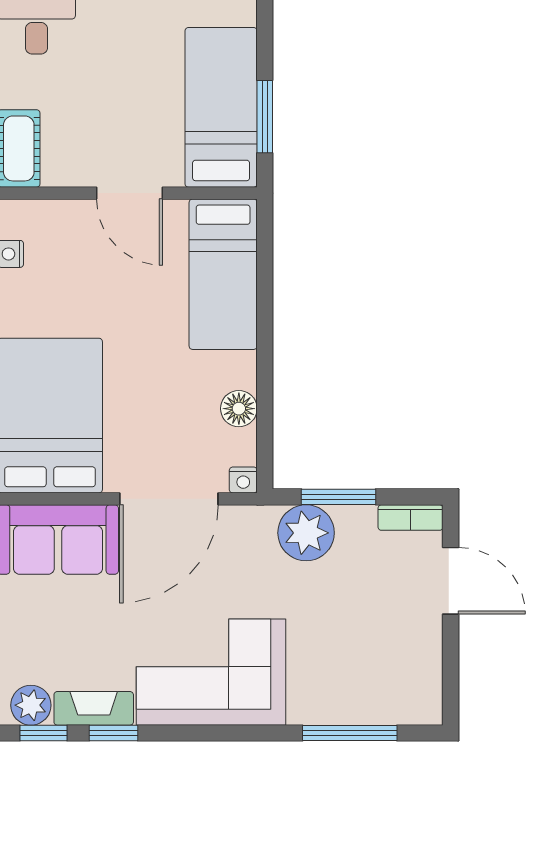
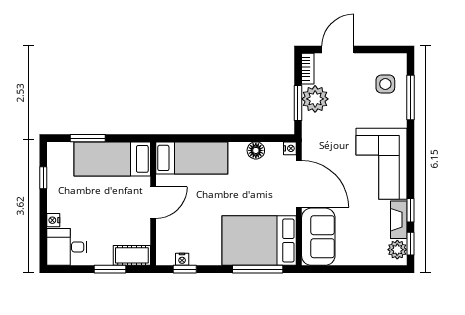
window: (265, 117) -> (88, 138), moved
plant: (306, 533) -> (315, 99), moved
side table: (378, 680) -> (385, 84), added

